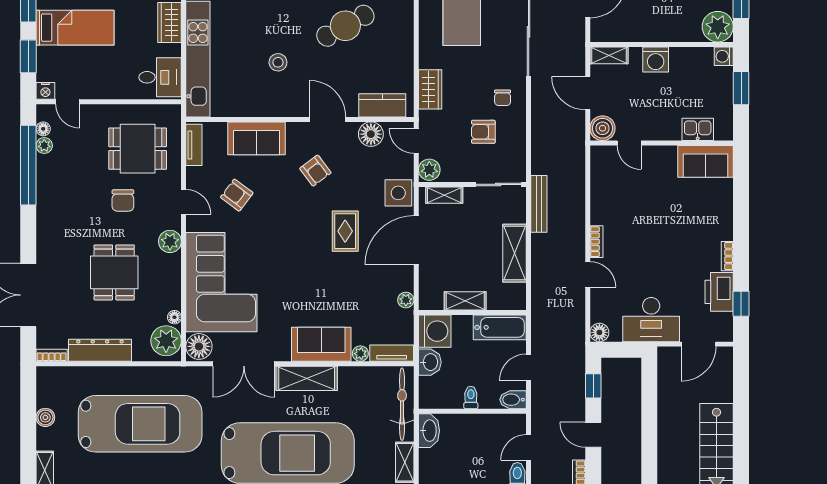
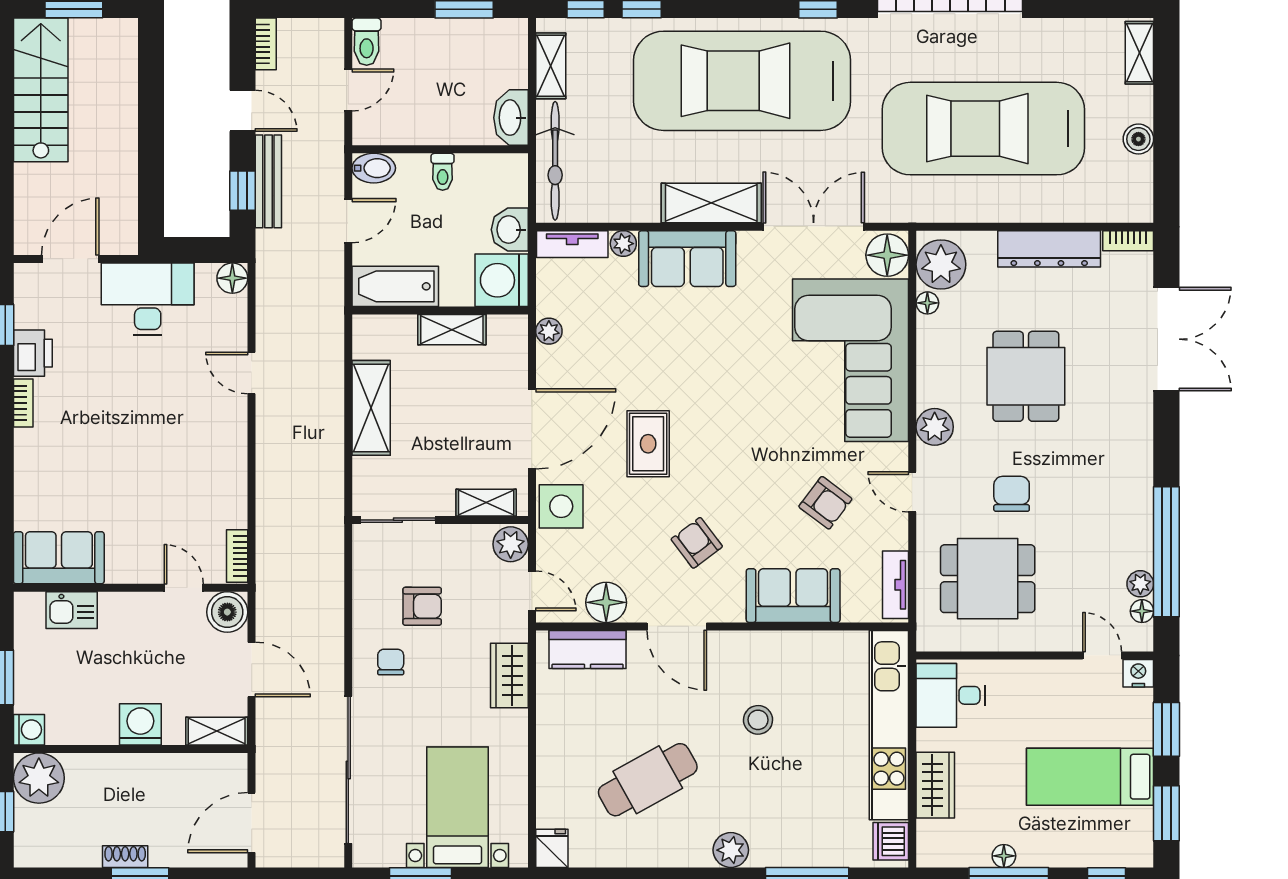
bench: (539, 204) -> (268, 181), moved
bookcase: (596, 242) -> (237, 556), moved
printer: (719, 292) -> (33, 353), width x0.73, depth x0.84

